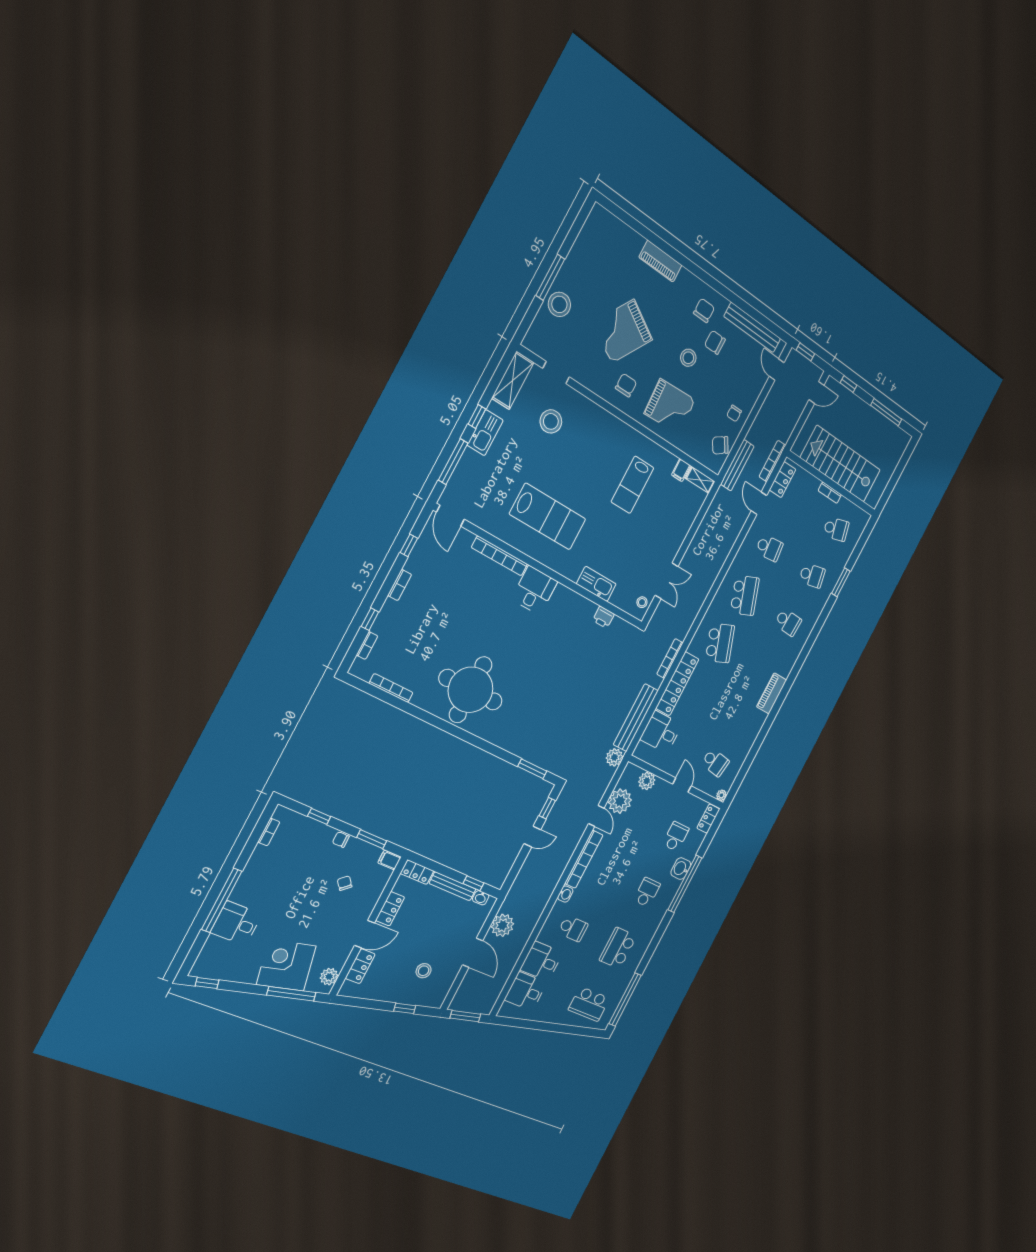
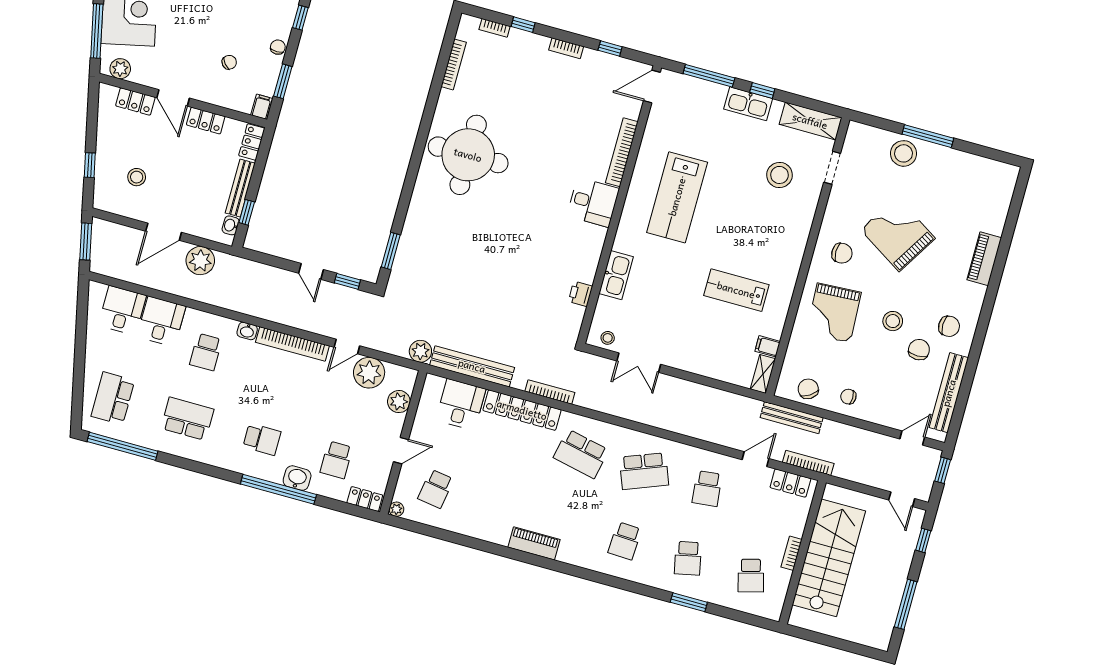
school desk: (720, 643) -> (581, 454), turned 33
school desk: (676, 836) -> (336, 460), turned 90

